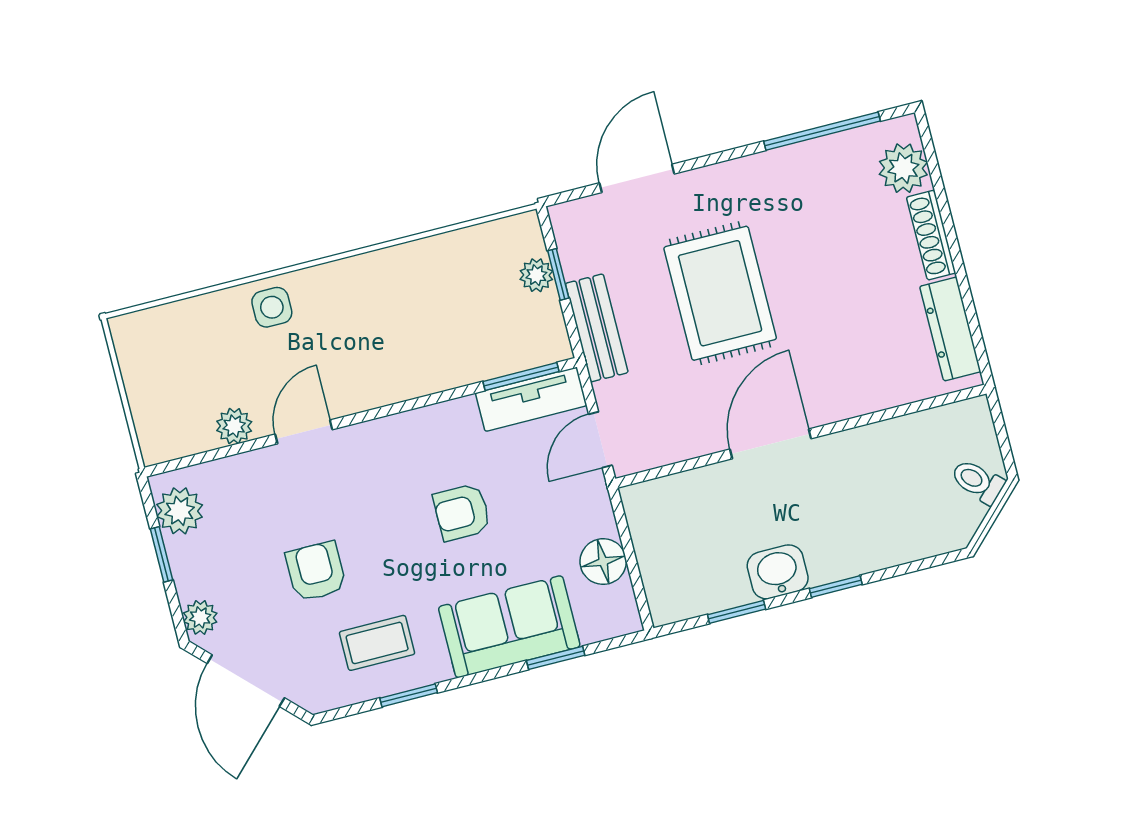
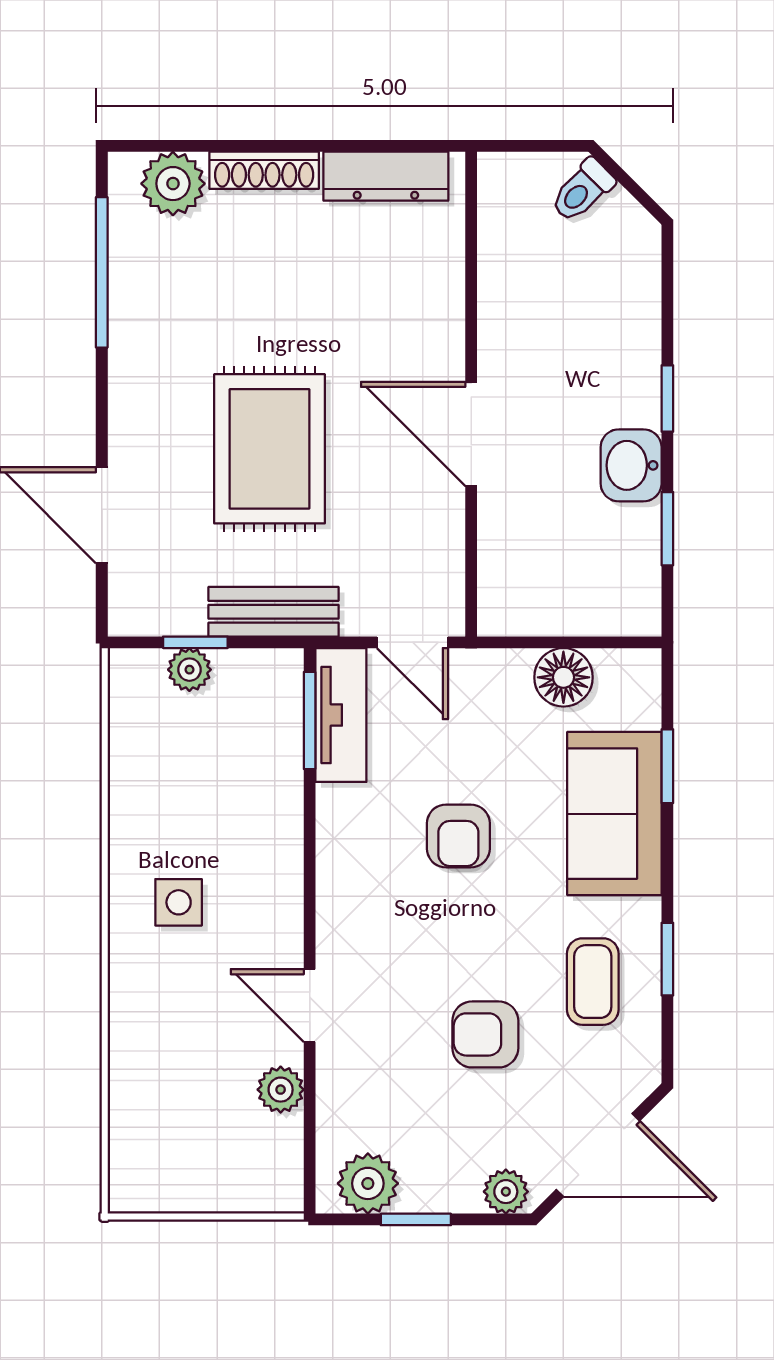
rug: (720, 293) -> (269, 449), turned 90
side table: (272, 307) -> (179, 902), moved

